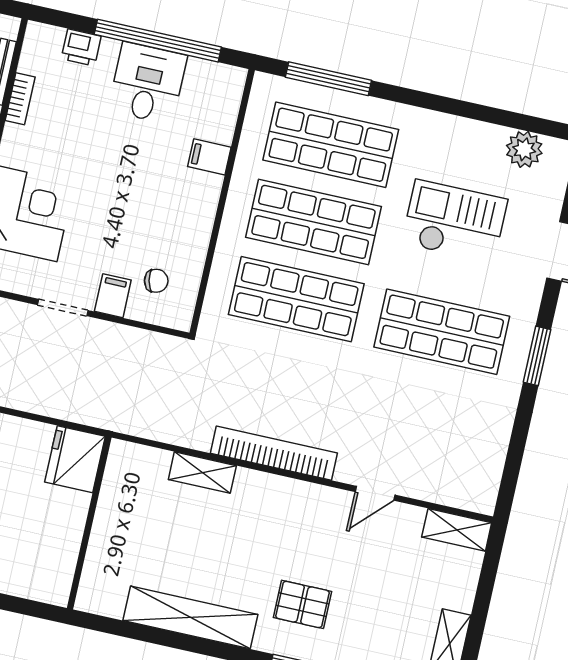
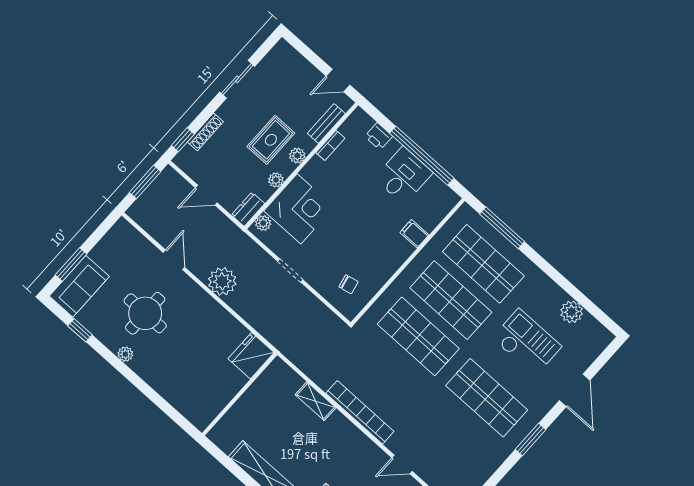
plant: (524, 149) -> (572, 312), moved
filing cabinet: (113, 296) -> (321, 279), removed

